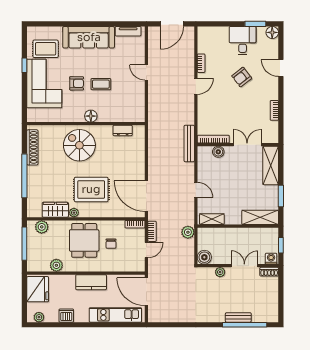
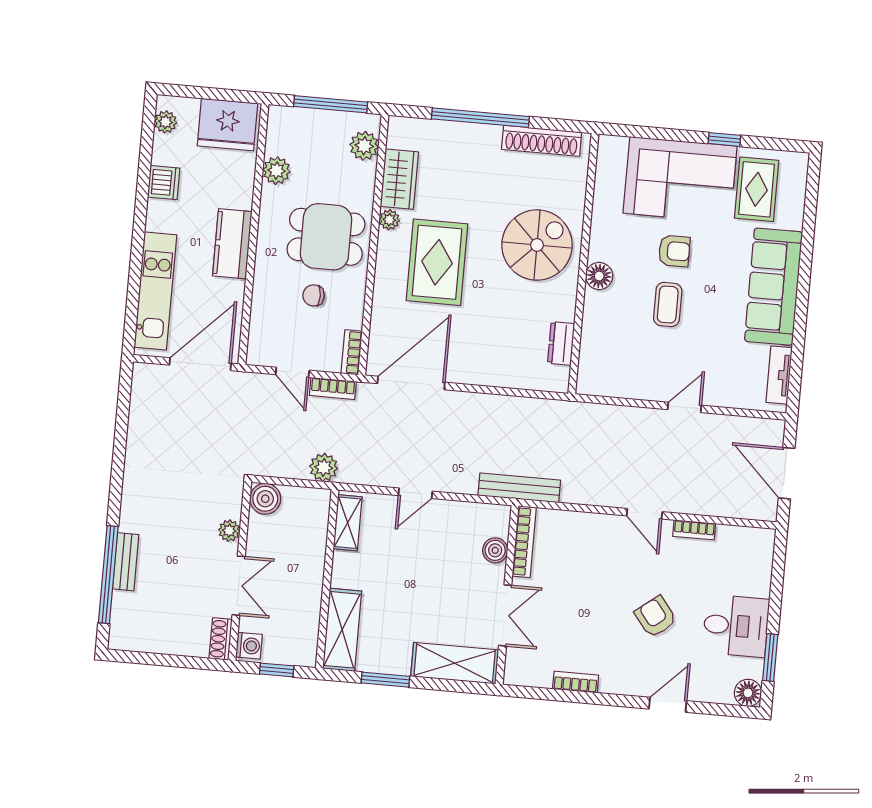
armchair: (77, 83) -> (674, 251), turned -90

